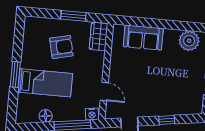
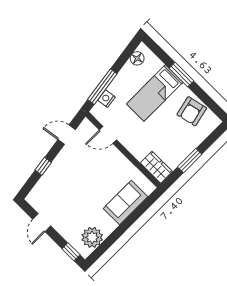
armchair: (61, 47) -> (192, 111), moved
nightstand: (92, 114) -> (106, 99), moved
floor lamp: (46, 116) -> (137, 58), moved

